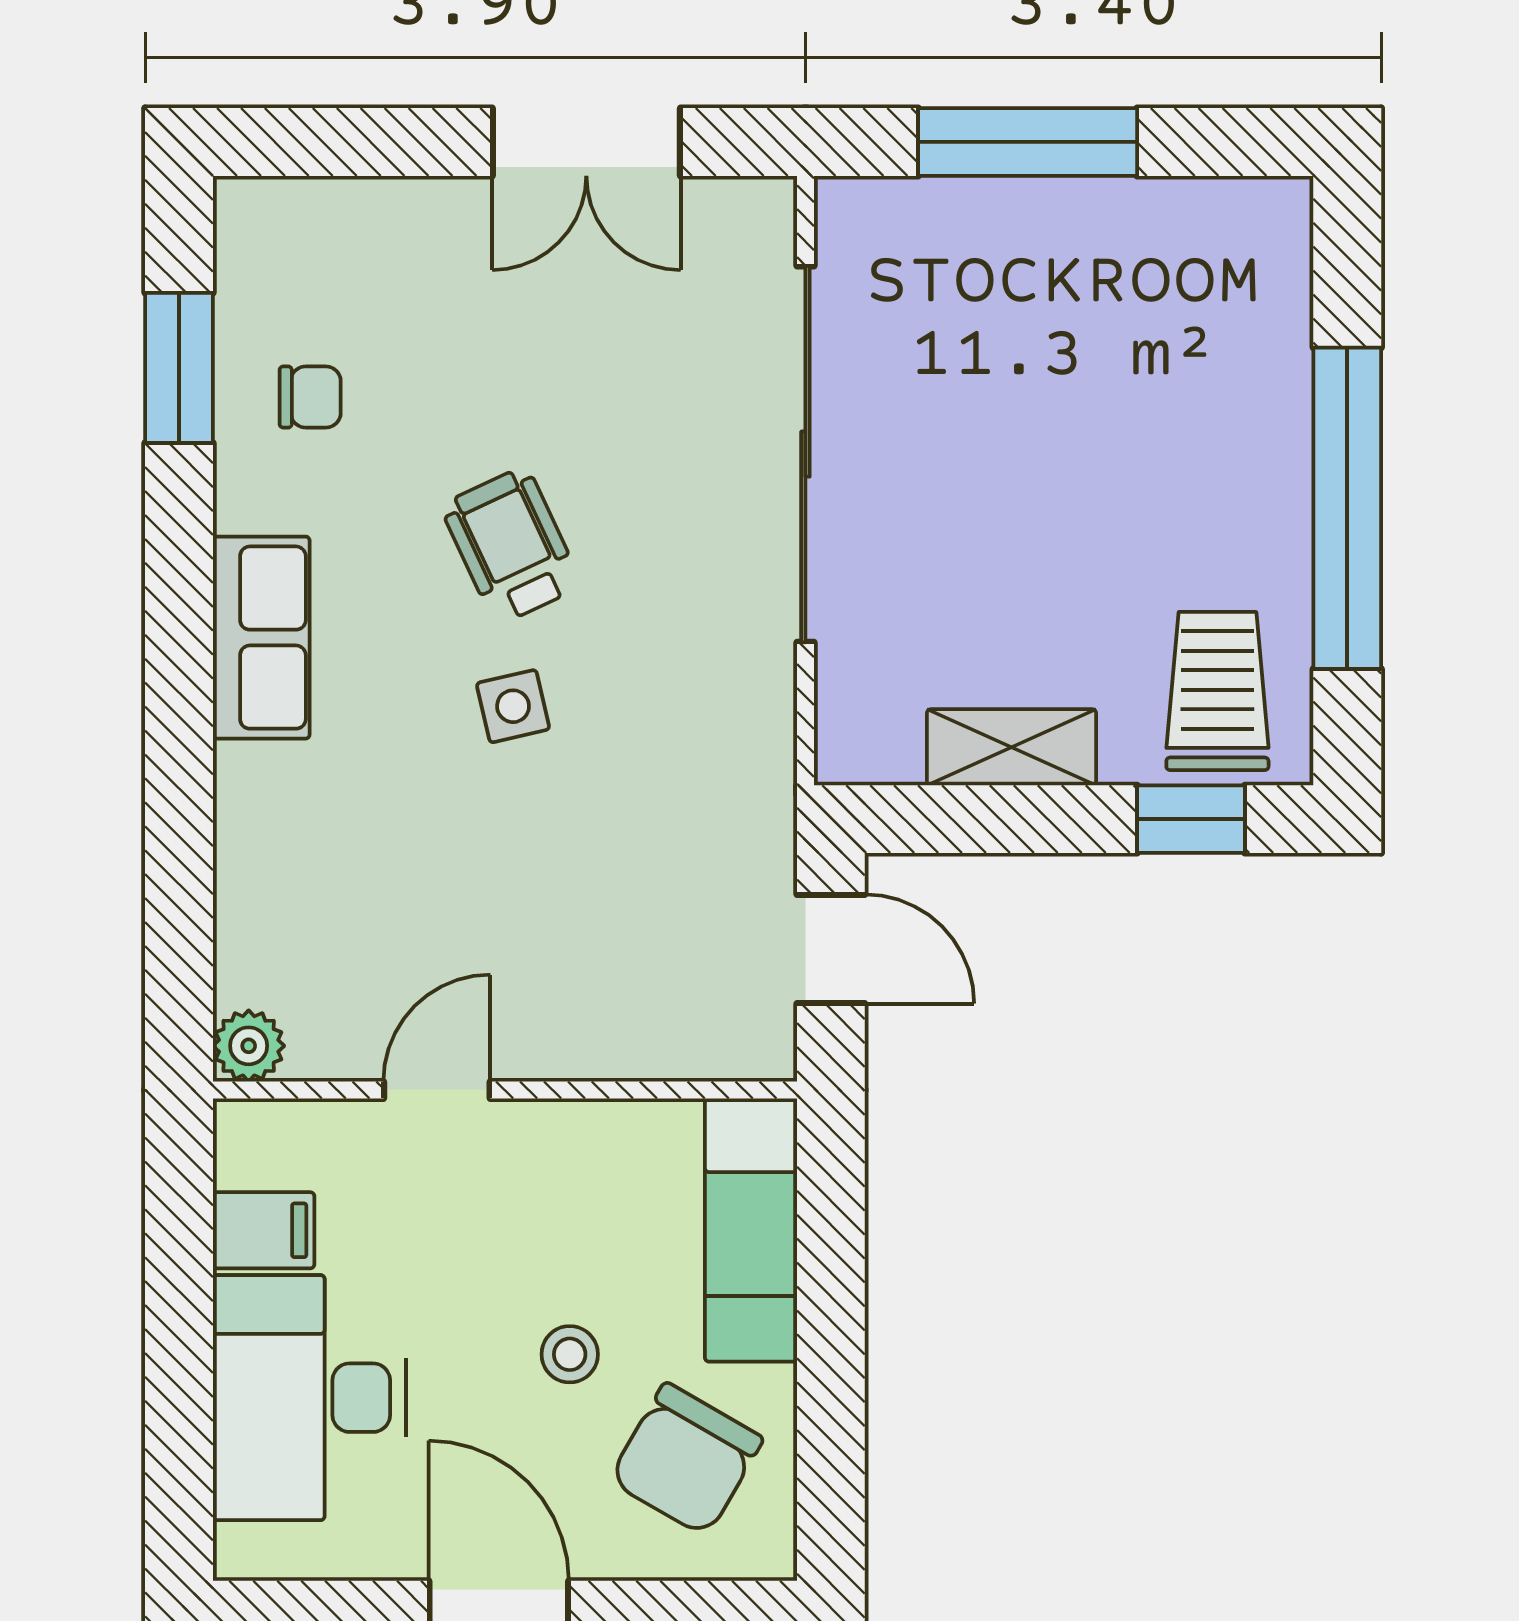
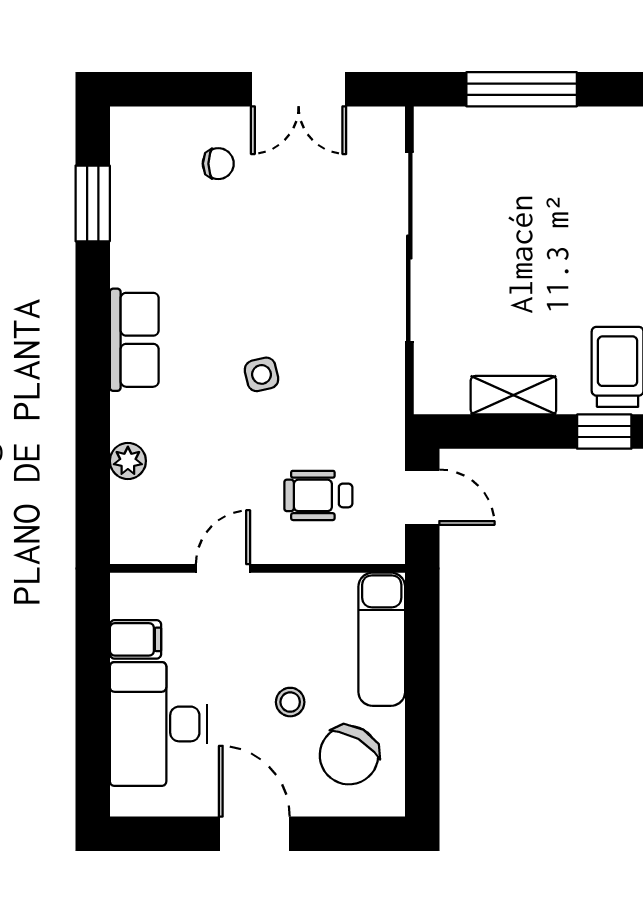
chair: (310, 397) -> (218, 164), moved
wheelchair: (511, 546) -> (318, 495), moved, turned -65
plant: (249, 1046) -> (128, 461), moved

